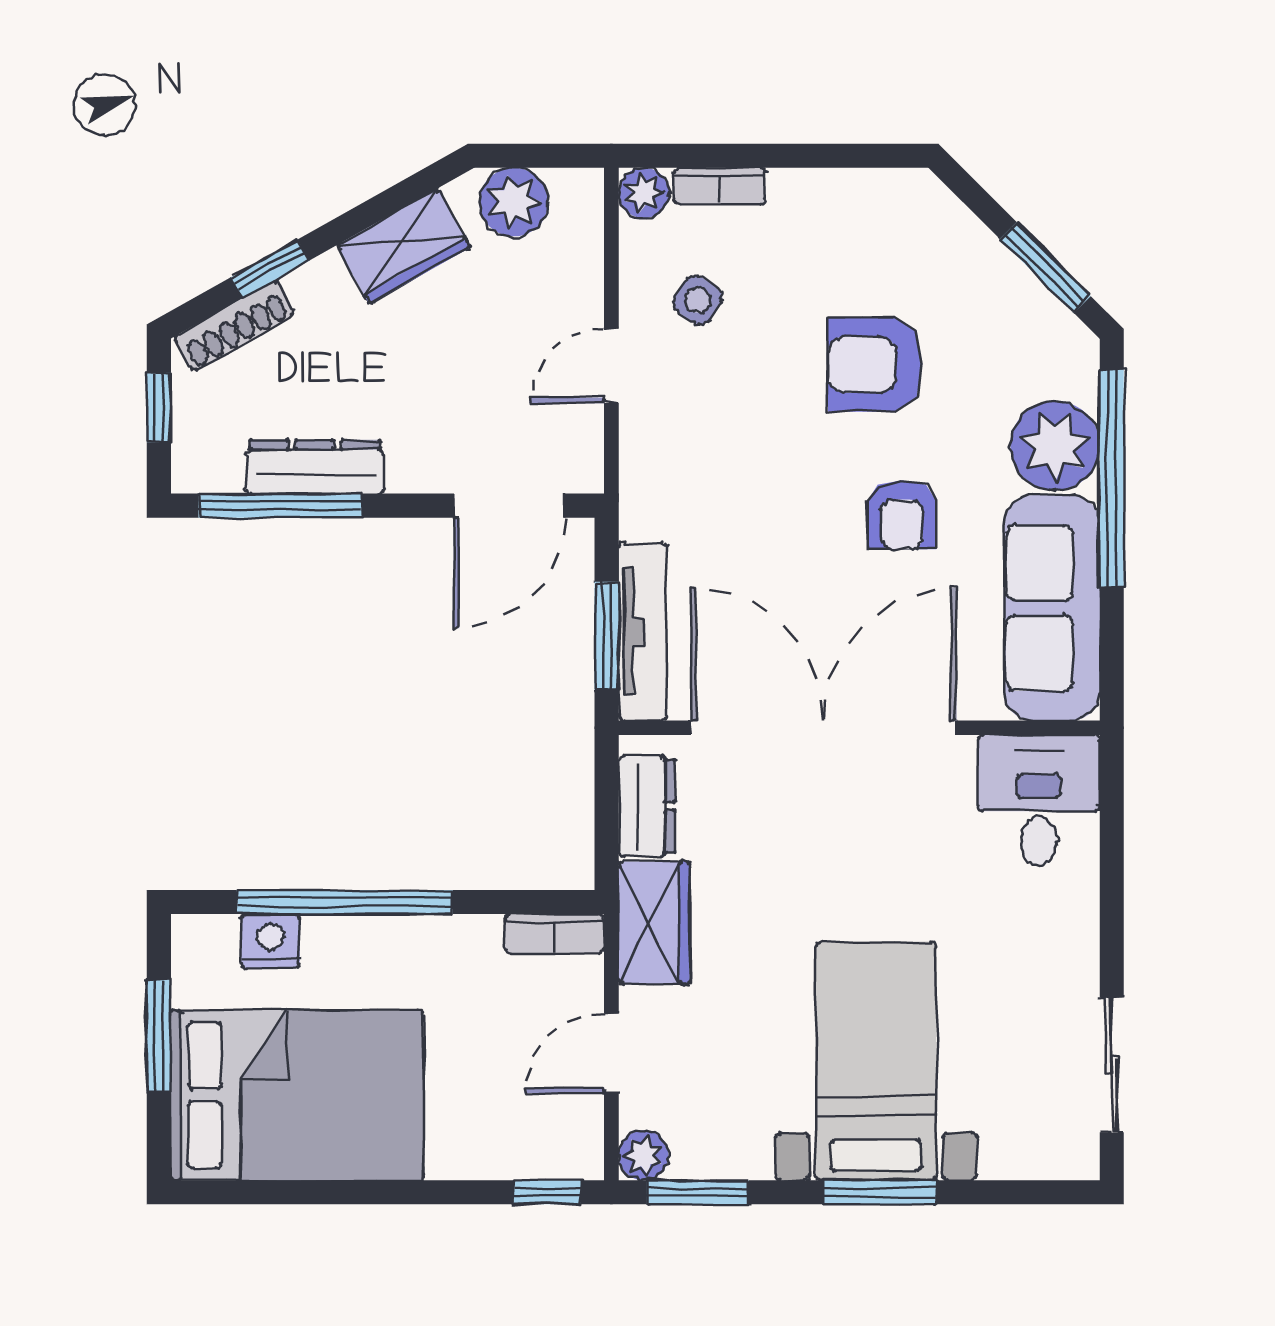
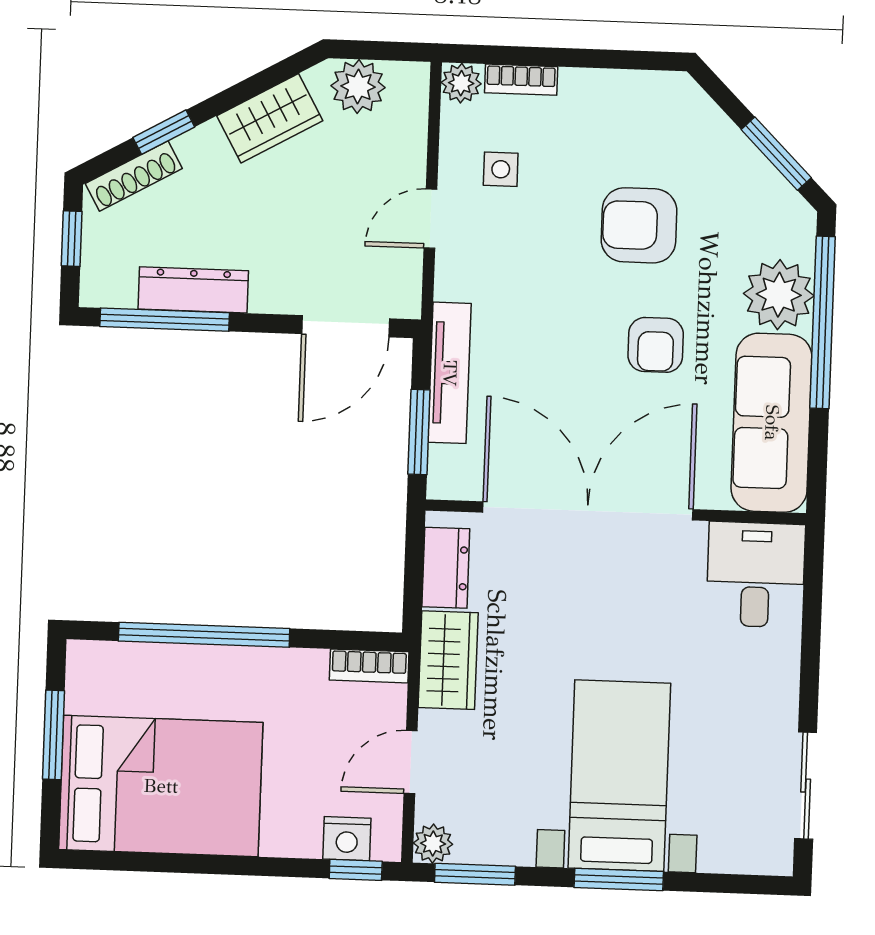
side table: (698, 300) -> (501, 169), turned -34
tv unit: (643, 632) -> (450, 373), moved
nightstand: (270, 941) -> (347, 839), moved, turned 180

